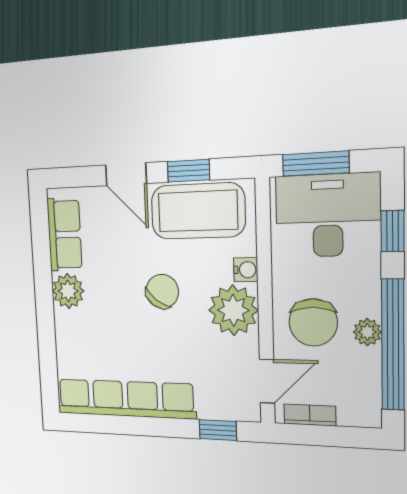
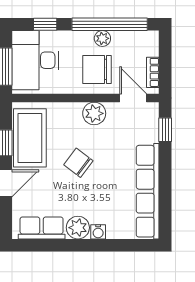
water cooler: (246, 270) -> (98, 232), moved, turned 180
plant: (233, 310) -> (94, 113), width x0.73, depth x0.73
chair: (313, 322) -> (97, 70), turned 180

